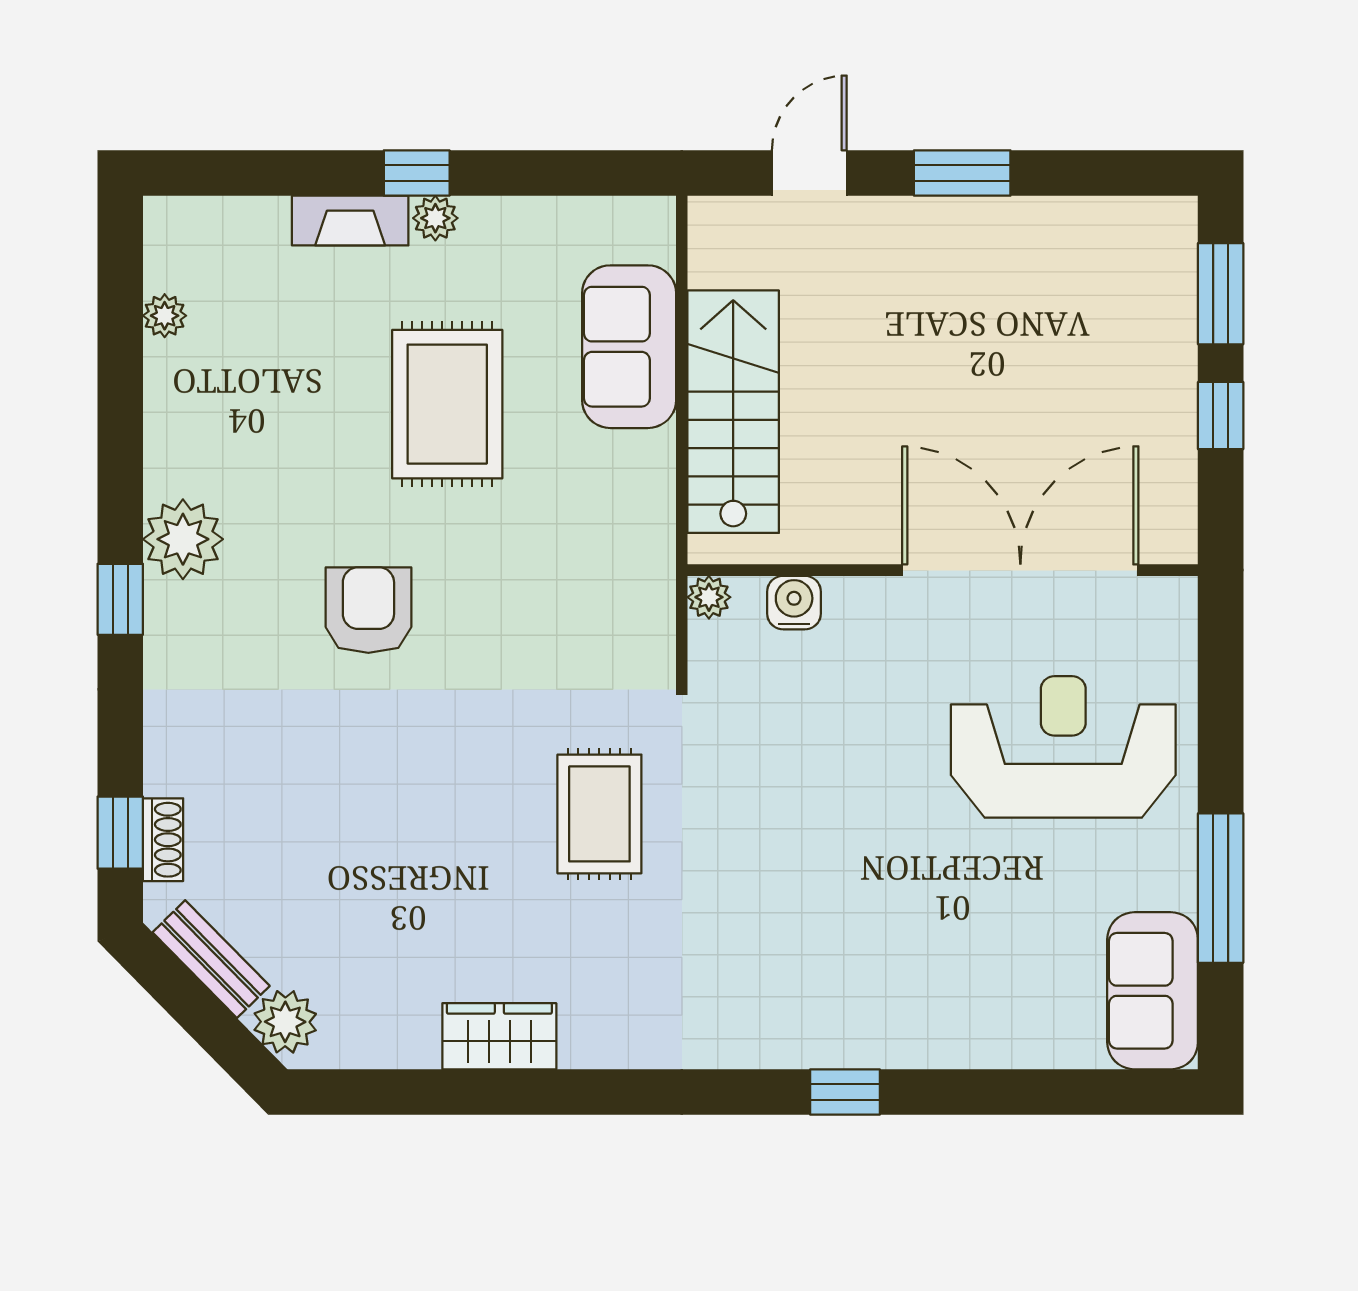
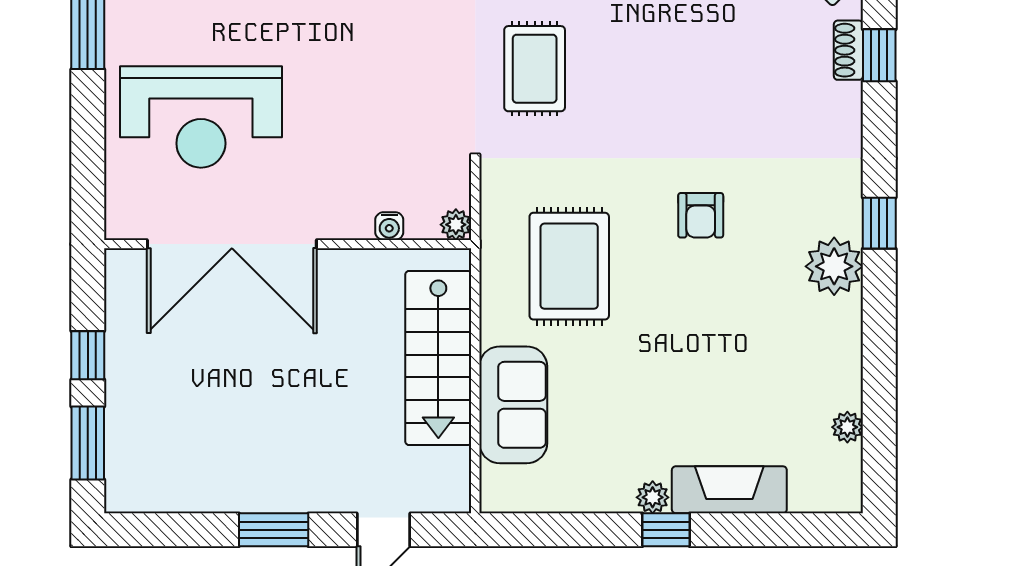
fireplace: (350, 221) -> (729, 490), width x1.37, depth x1.32
rug: (447, 404) -> (569, 266), moved
water cooler: (794, 603) -> (389, 226), width x0.72, depth x0.72
armchair: (368, 610) -> (701, 215), width x0.72, depth x0.72

